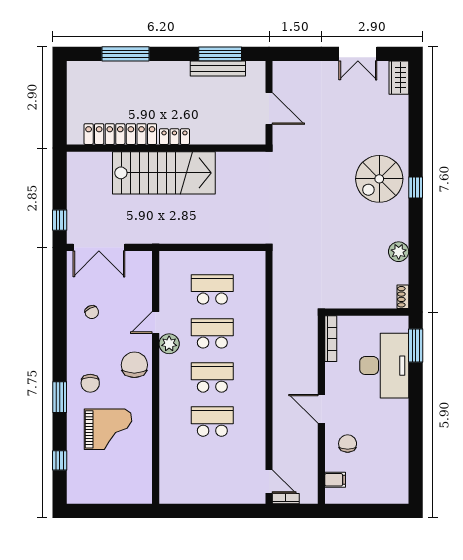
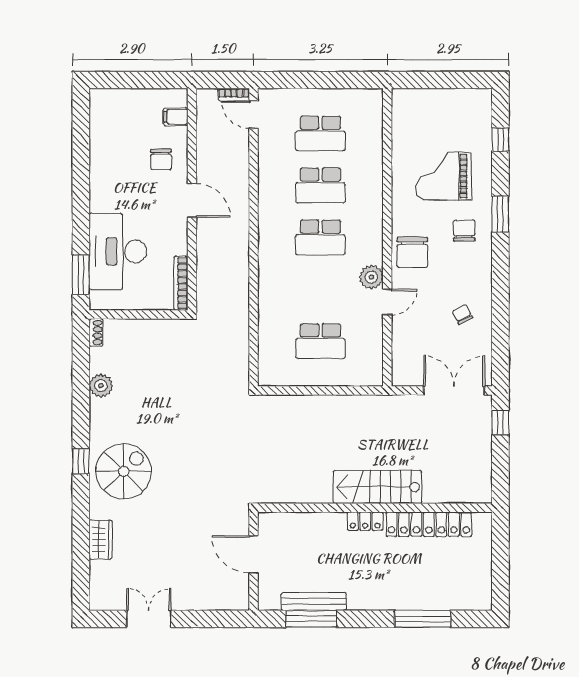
wardrobe: (399, 78) -> (101, 540), moved
stairs: (164, 173) -> (377, 487), width x0.73, depth x0.66
school desk: (212, 333) -> (320, 133), moved

